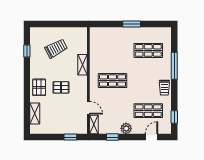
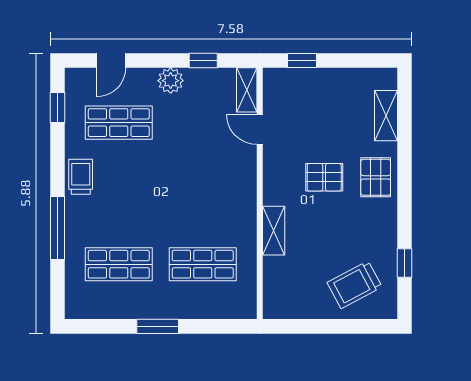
trolley: (56, 48) -> (355, 285), moved
shop shelf: (113, 81) -> (203, 264), moved

